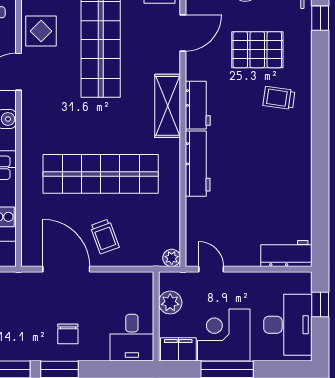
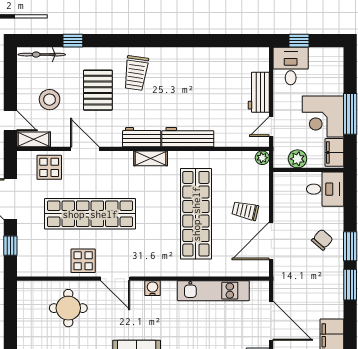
trolley: (279, 98) -> (136, 73), width x1.36, depth x1.39
shelving: (168, 106) -> (151, 158), width x0.67, depth x0.75
trolley: (105, 236) -> (245, 211), turned -147
workbench: (286, 253) -> (259, 92), moved
desk: (288, 325) -> (291, 66), moved, width x0.73
chair: (68, 334) -> (322, 240), turned -49

